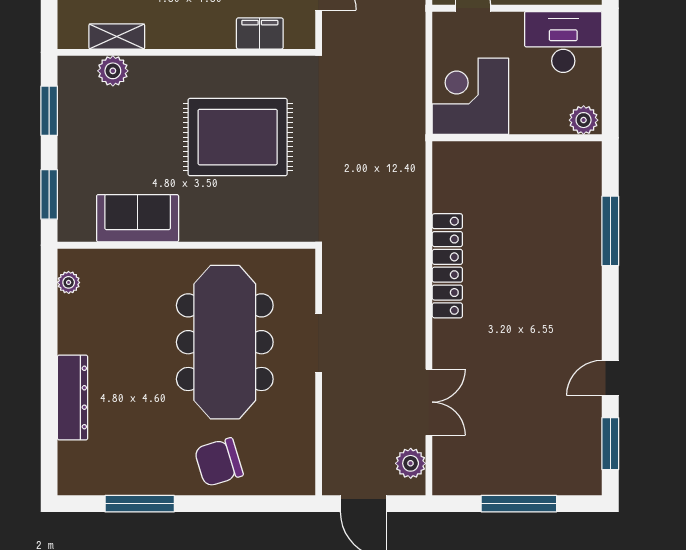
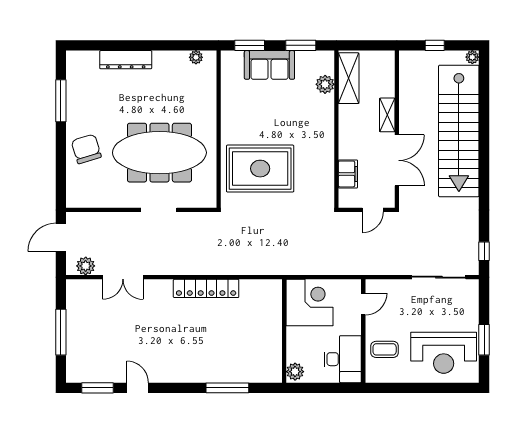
shelving: (117, 36) -> (349, 78), width x1.50, depth x1.33
rug: (238, 137) -> (260, 169), moved, turned 90
sofa: (138, 218) -> (269, 65), moved, turned 90

